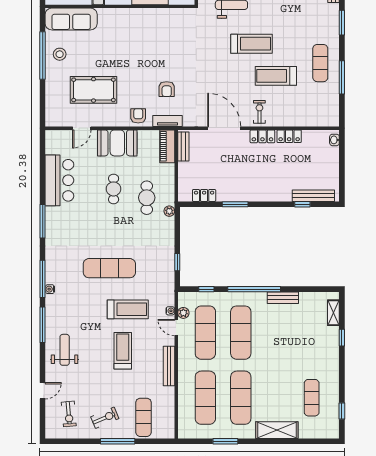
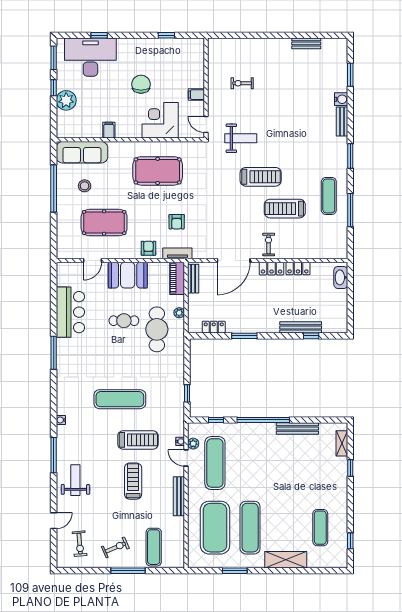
pool table: (147, 38) -> (158, 171), added
stool: (60, 54) -> (85, 186), moved
door: (224, 128) -> (234, 261), swing flipped
washbasin: (334, 140) -> (341, 277), width x1.91, depth x1.45
cafe table: (114, 189) -> (124, 321), turned 90
bench: (313, 196) -> (301, 327), moved
cafe table: (147, 198) -> (157, 329), width x1.37, depth x1.35
plant: (169, 211) -> (179, 313), moved
window: (43, 279) -> (54, 410), removed
bench: (283, 298) -> (297, 428), width x1.36
exercise mat: (241, 333) -> (250, 463), removed
exercise mat: (205, 398) -> (215, 528), width x1.47

